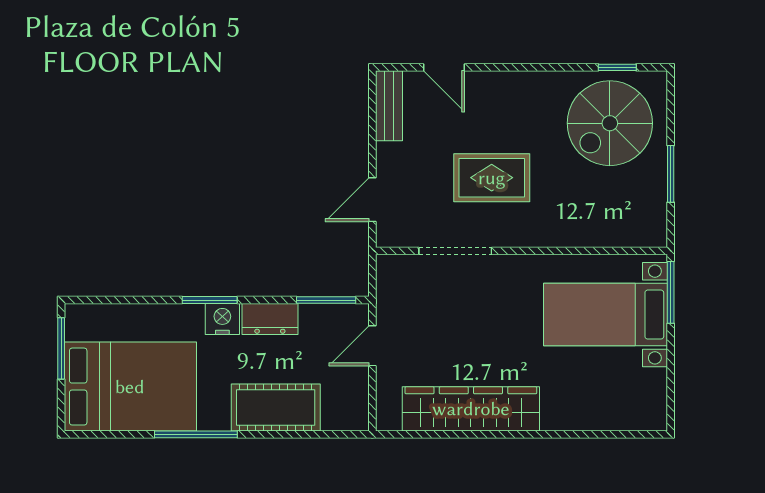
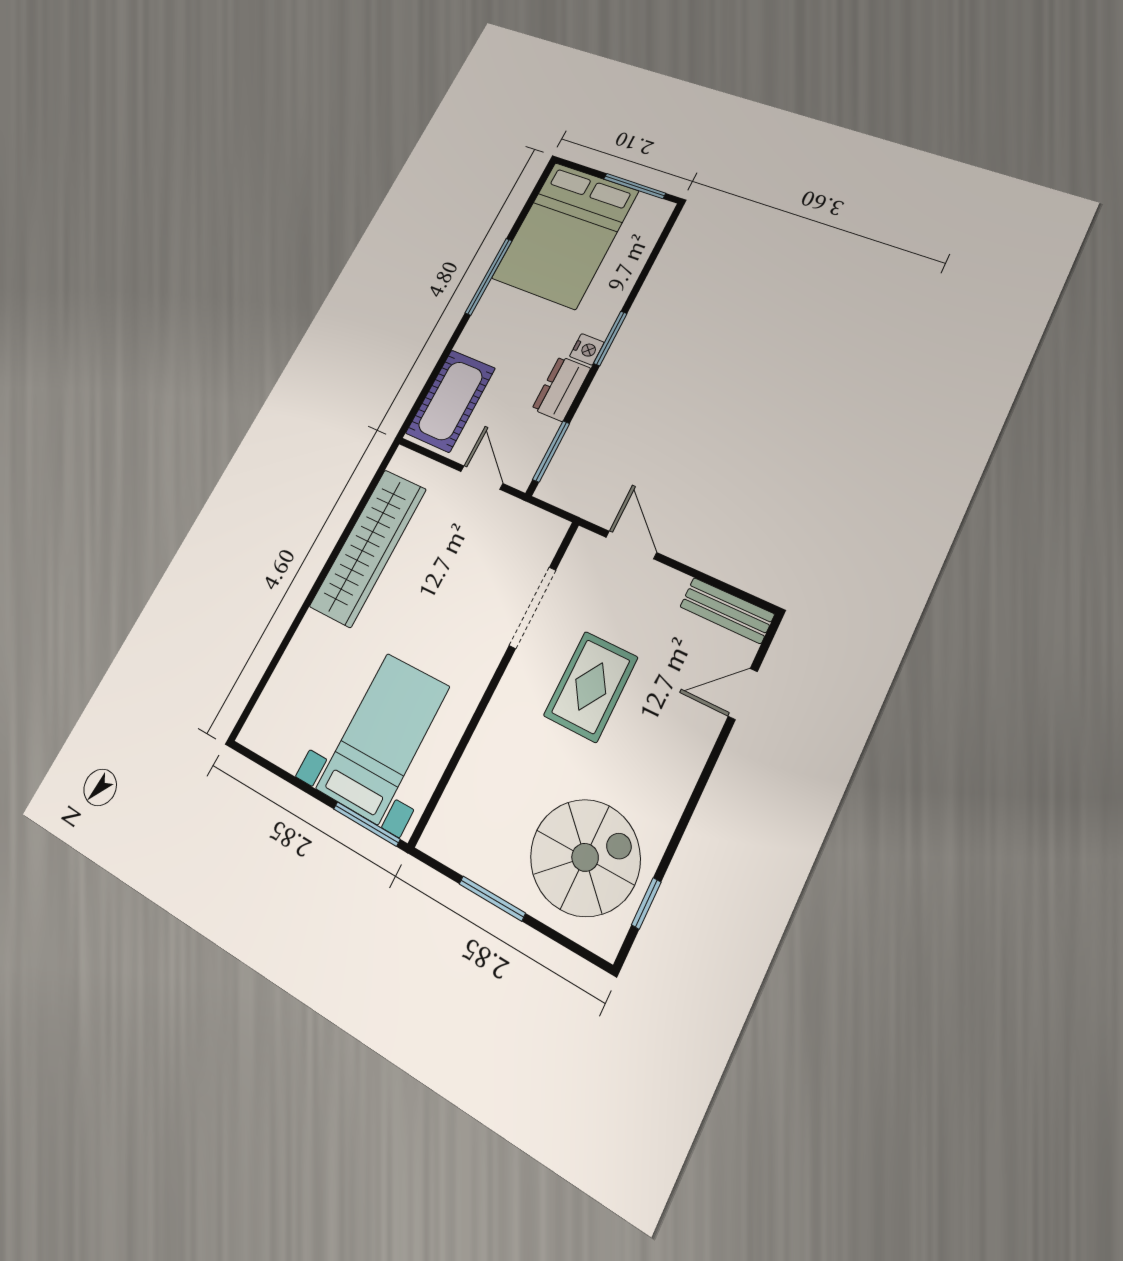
spiral stairs: (610, 123) -> (585, 857), turned 90
nightstand: (222, 319) -> (587, 349), width x0.72, depth x0.74
cot: (276, 407) -> (450, 401), moved

